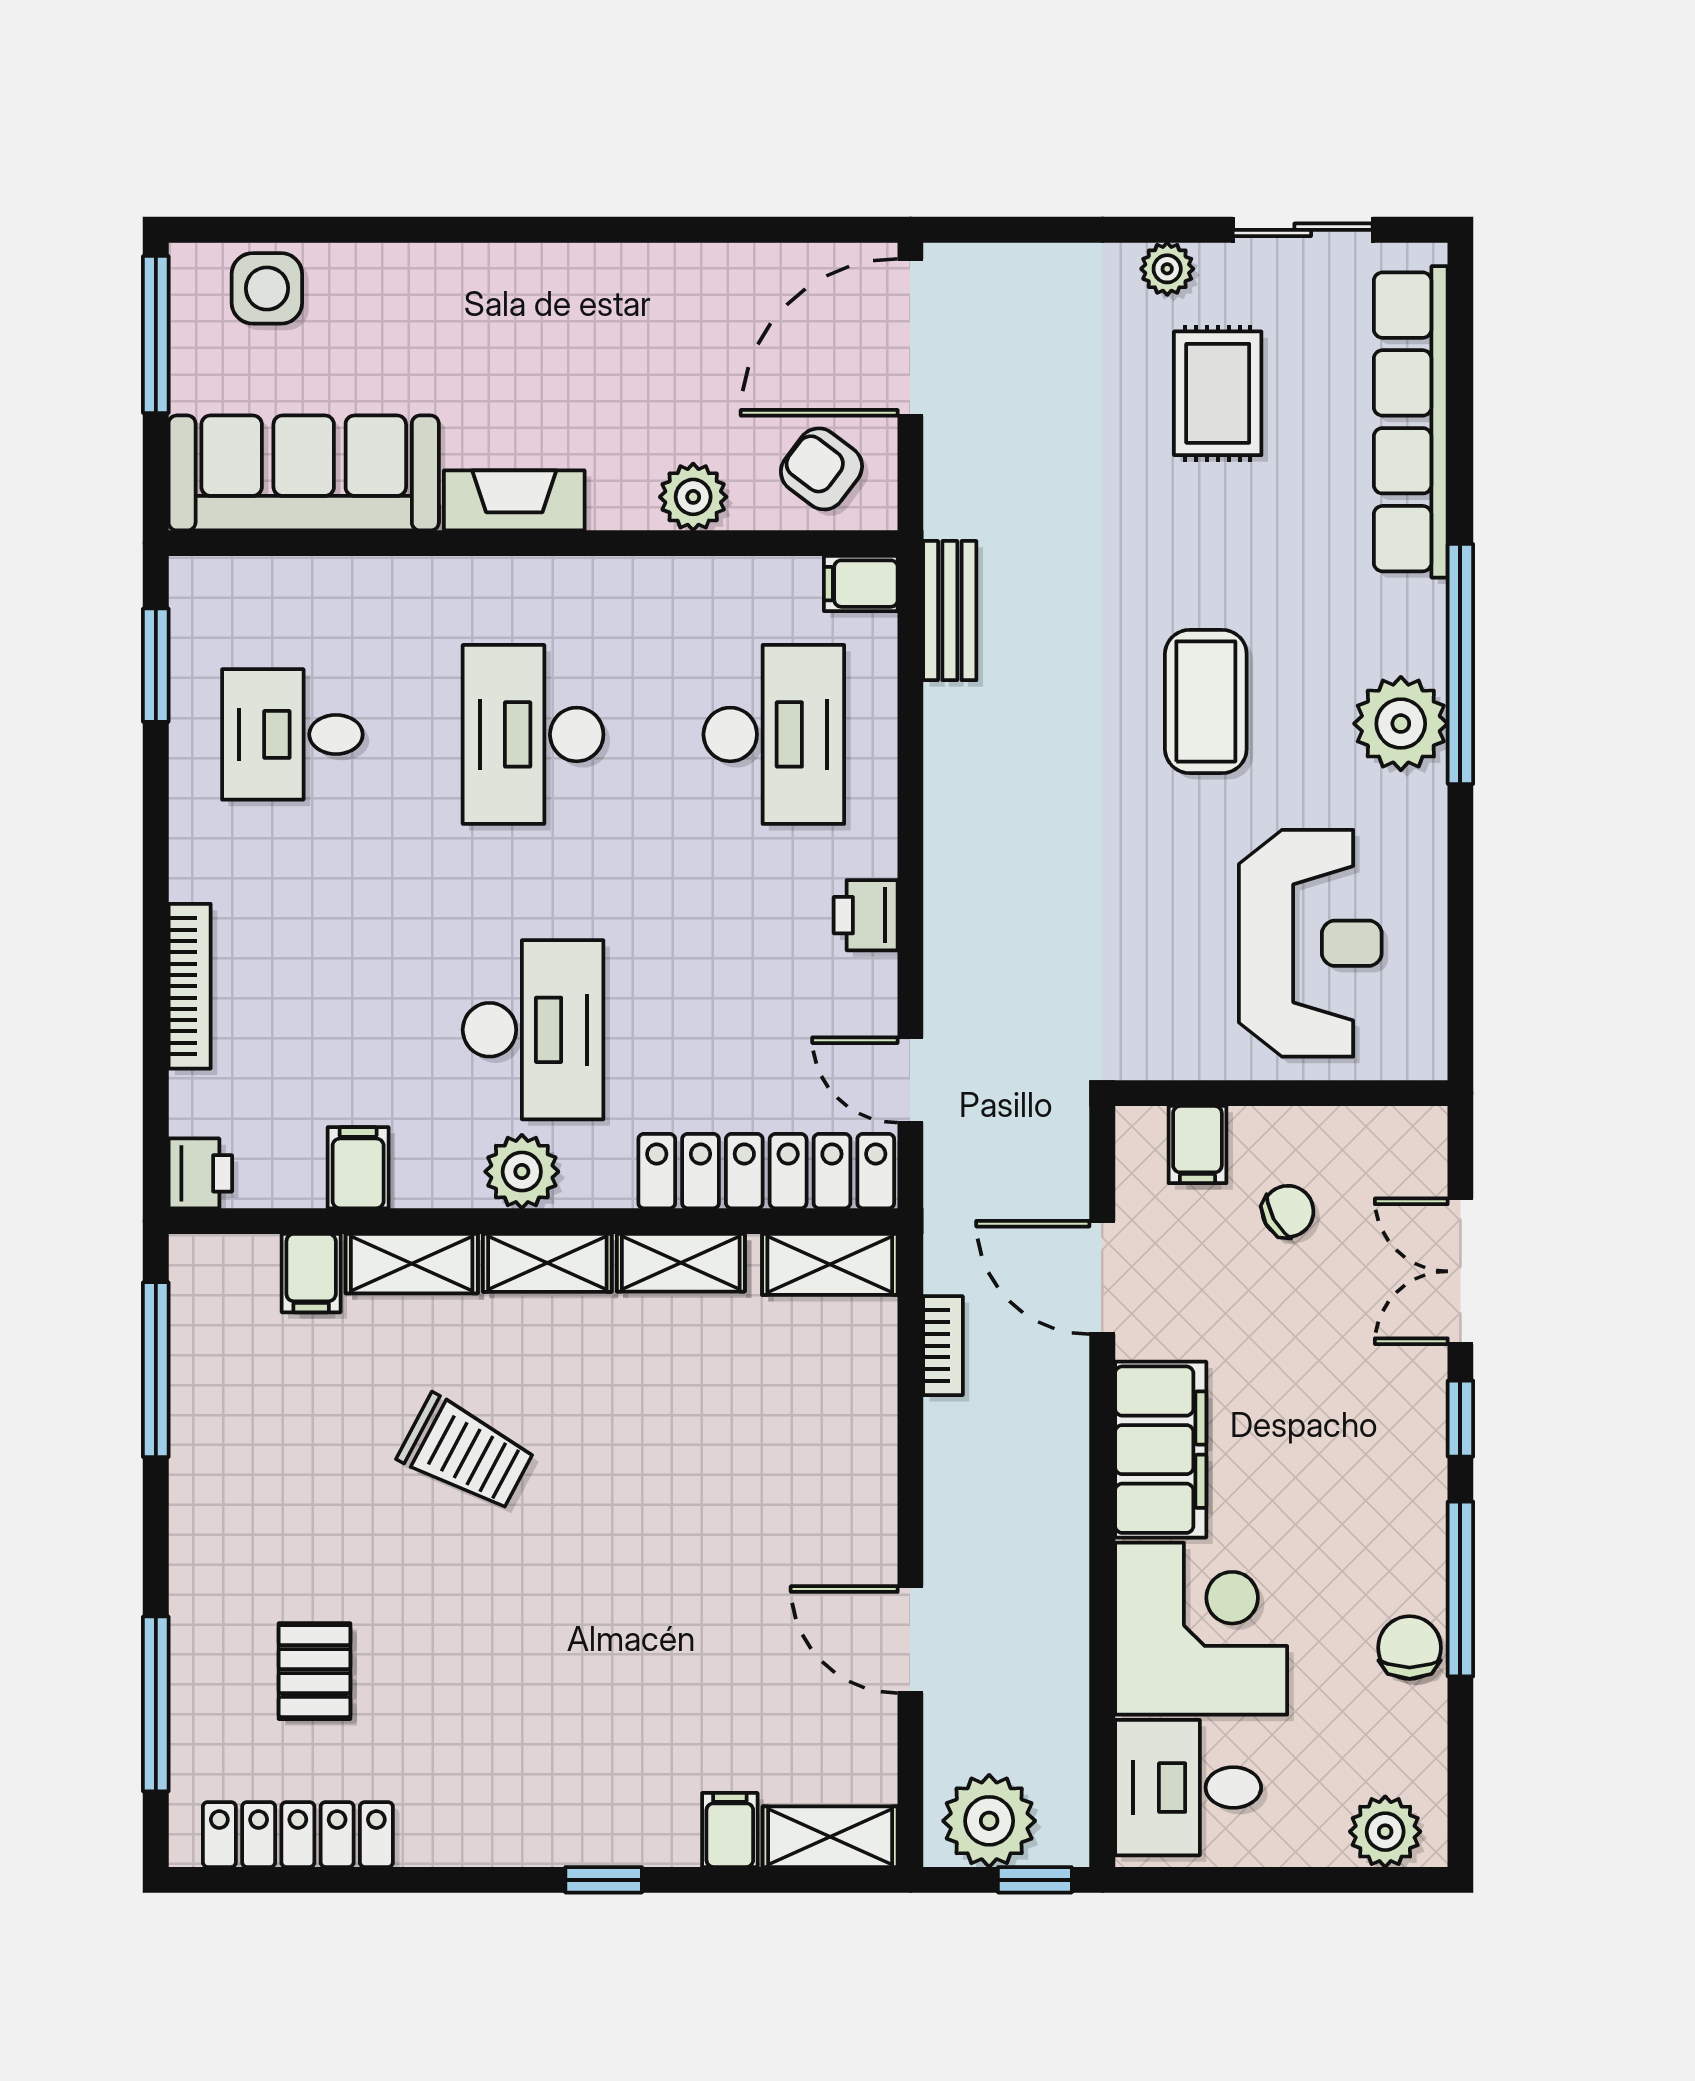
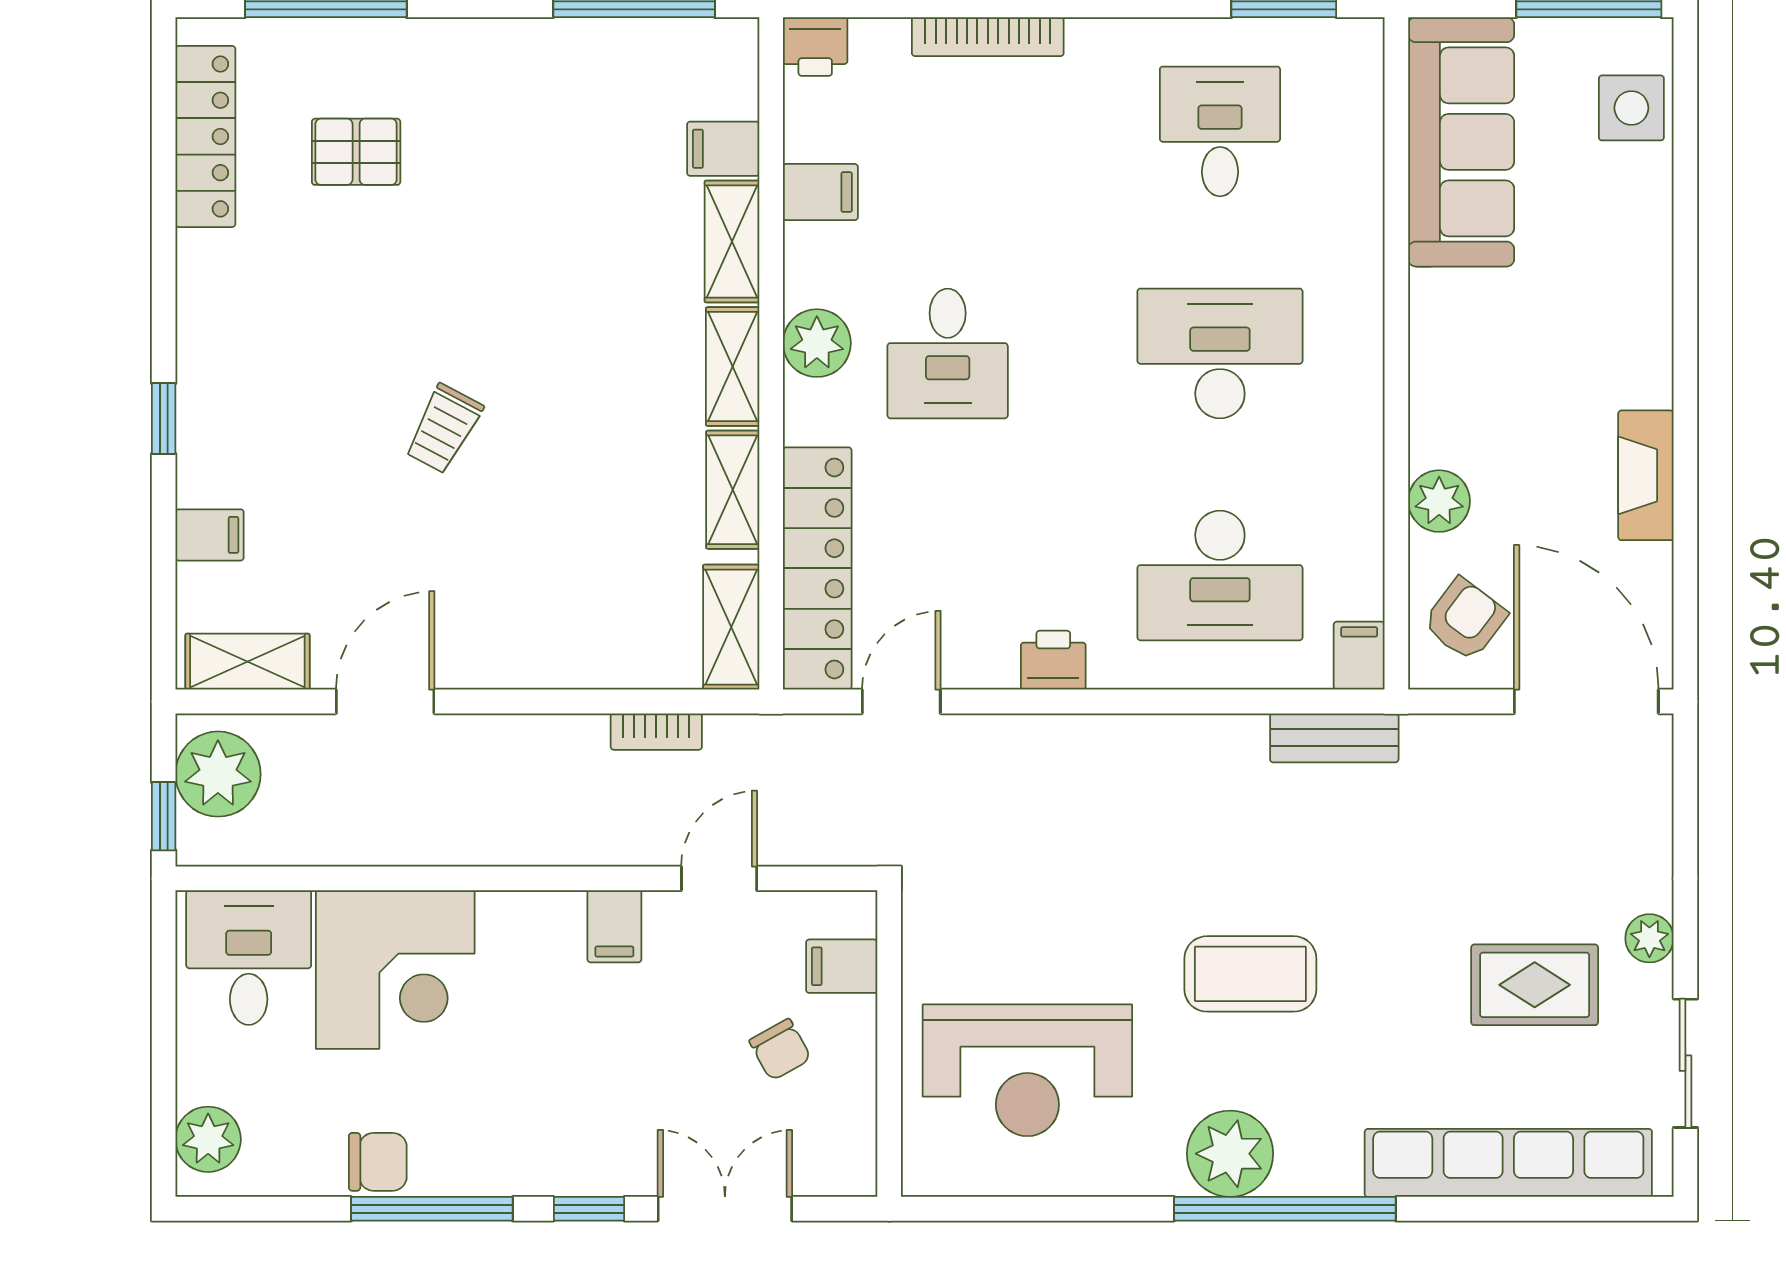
fireplace: (514, 500) -> (1646, 475), moved, turned 180
desk: (533, 1030) -> (948, 353), width x0.73
door: (1102, 1278) -> (719, 878), width x0.73
filing cabinet: (1161, 1450) -> (614, 926), width x0.33, depth x0.86
trolley: (466, 1453) -> (444, 429), moved, width x0.73, depth x0.72
shelving: (830, 1837) -> (247, 662), moved, turned 90

